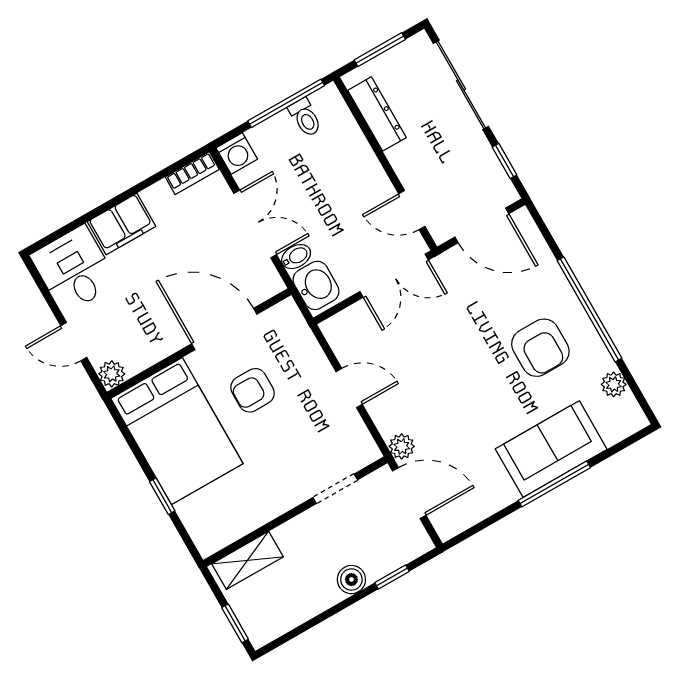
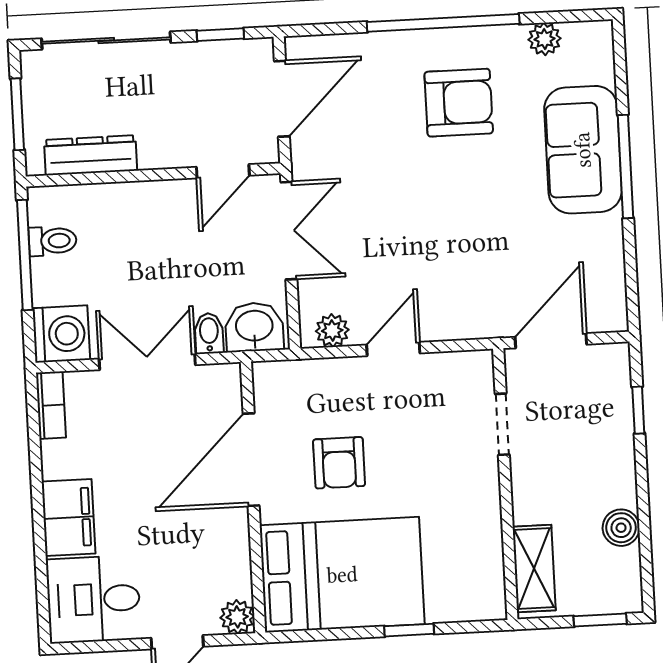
washing machine: (237, 154) -> (61, 334), width x1.38, depth x1.38
plant: (402, 446) -> (332, 331), moved
boiler: (351, 580) -> (621, 528), moved

